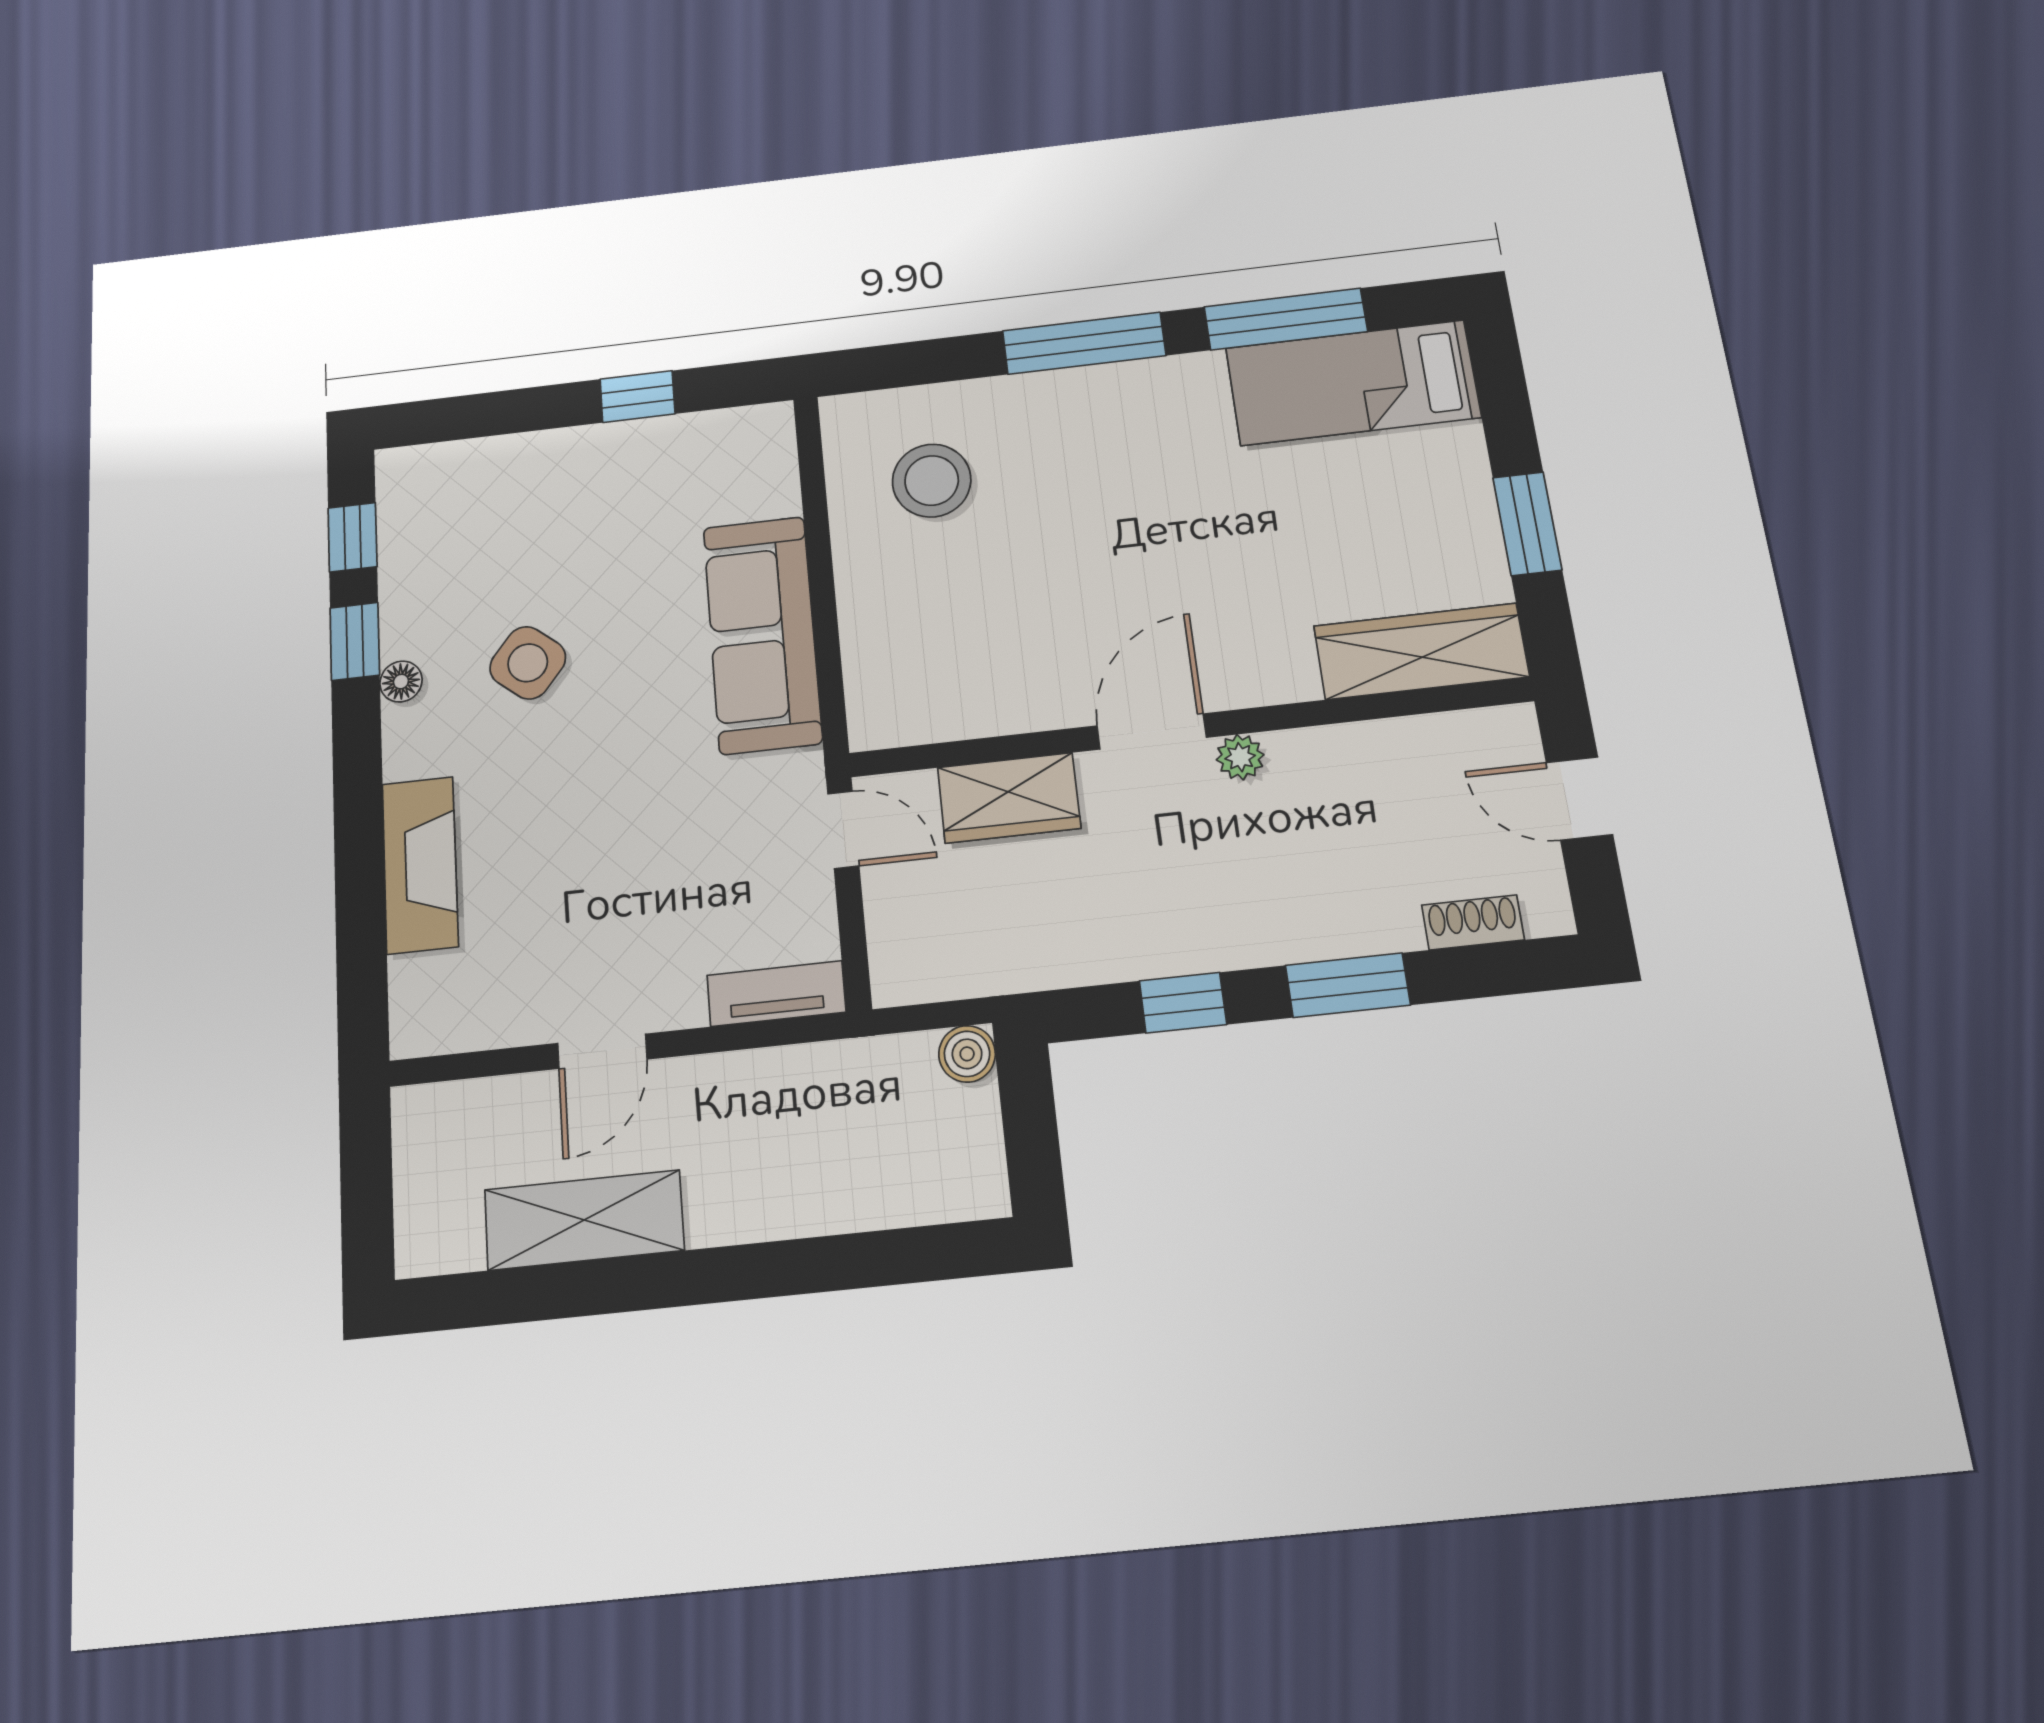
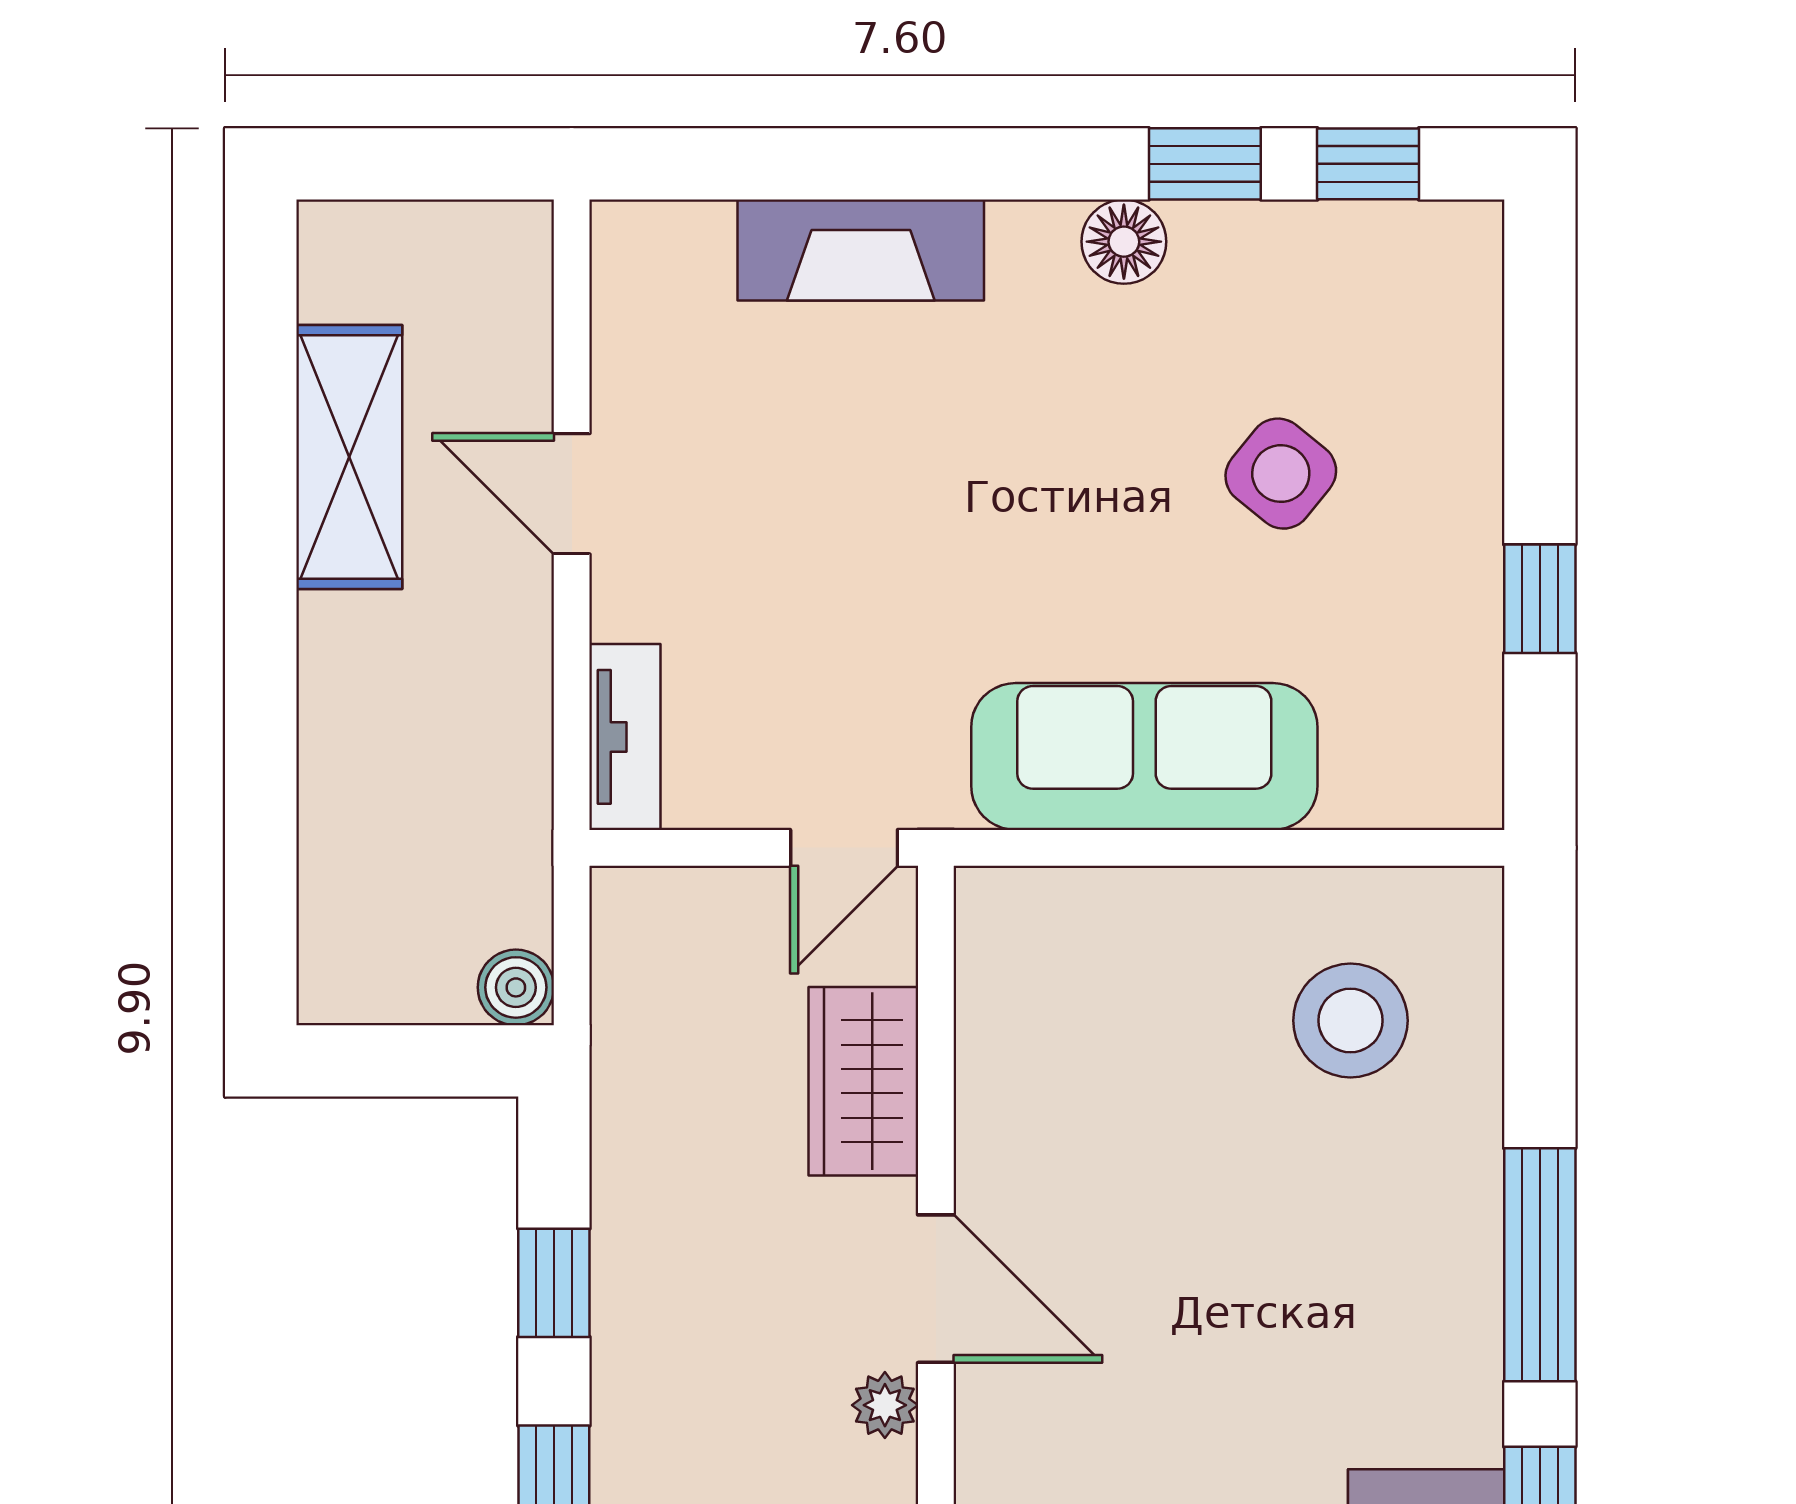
side table: (528, 663) -> (1281, 474), moved
floor lamp: (401, 682) -> (1124, 242), width x1.37, depth x1.37

